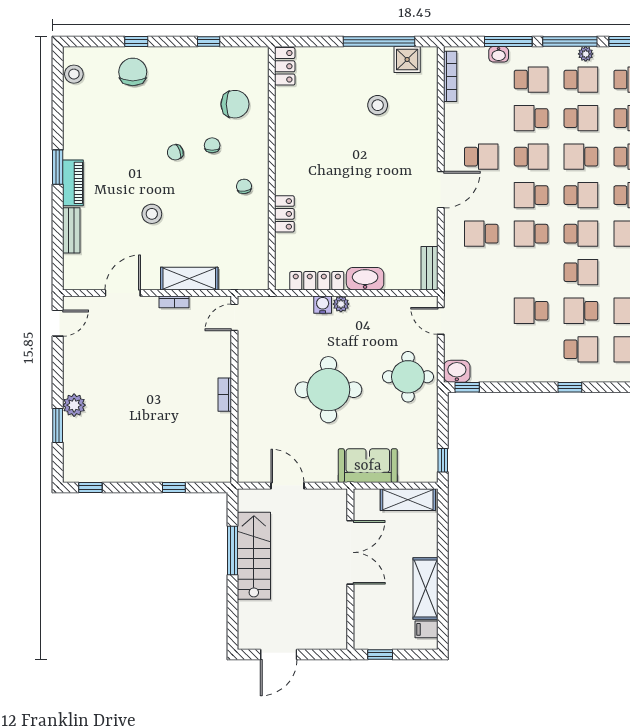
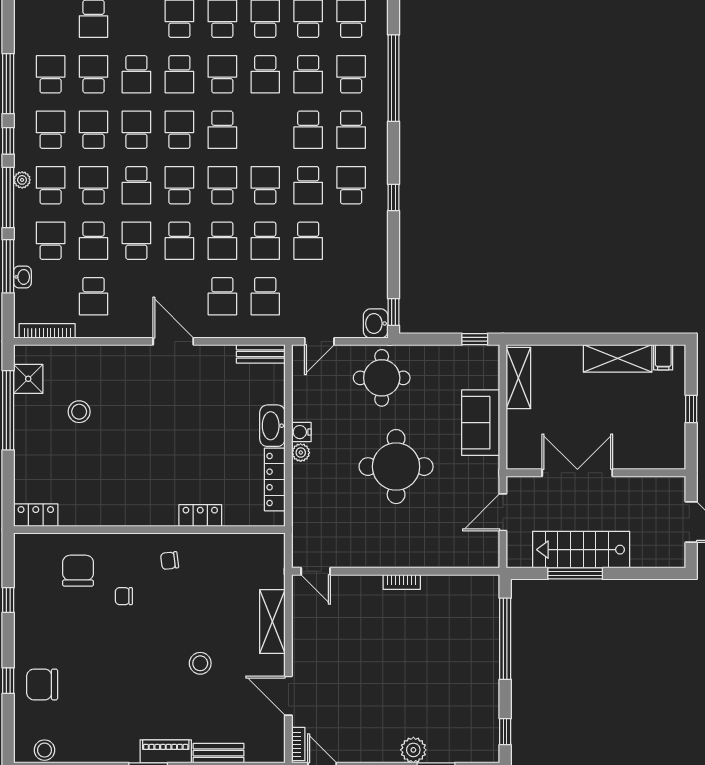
chair: (175, 152) -> (132, 637), removed
school desk: (481, 157) -> (94, 296), moved, turned 180
school desk: (481, 272) -> (265, 296), added
school desk: (531, 272) -> (265, 241), added
bookcase: (174, 302) -> (298, 744), moved
water cooler: (323, 305) -> (301, 432), moved
window: (174, 488) -> (505, 639), width x3.17
double door: (350, 552) -> (577, 473), moved
wall: (350, 569) -> (596, 473), moved

